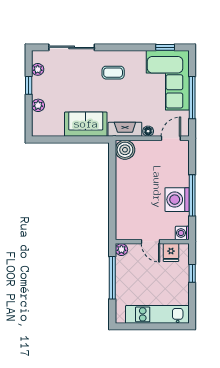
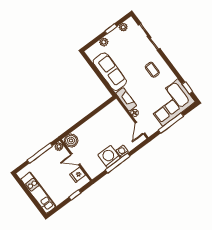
sofa: (86, 124) -> (110, 72), width x1.36
door: (171, 138) -> (140, 128), swing flipped
boiler: (125, 150) -> (71, 141), moved
washing machine: (182, 233) -> (122, 151), moved
door: (151, 242) -> (75, 159), hinge flipped

